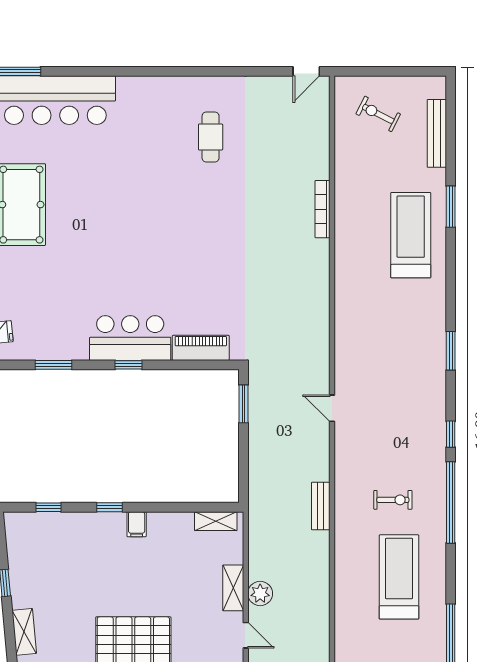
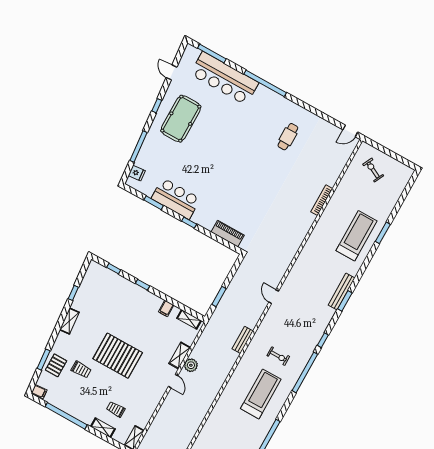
window: (126, 71) -> (265, 83), added
bench: (437, 133) -> (342, 292), moved
bar counter: (130, 338) -> (176, 199), moved
window: (244, 404) -> (219, 297), moved
filing cabinet: (137, 524) -> (166, 308), moved

